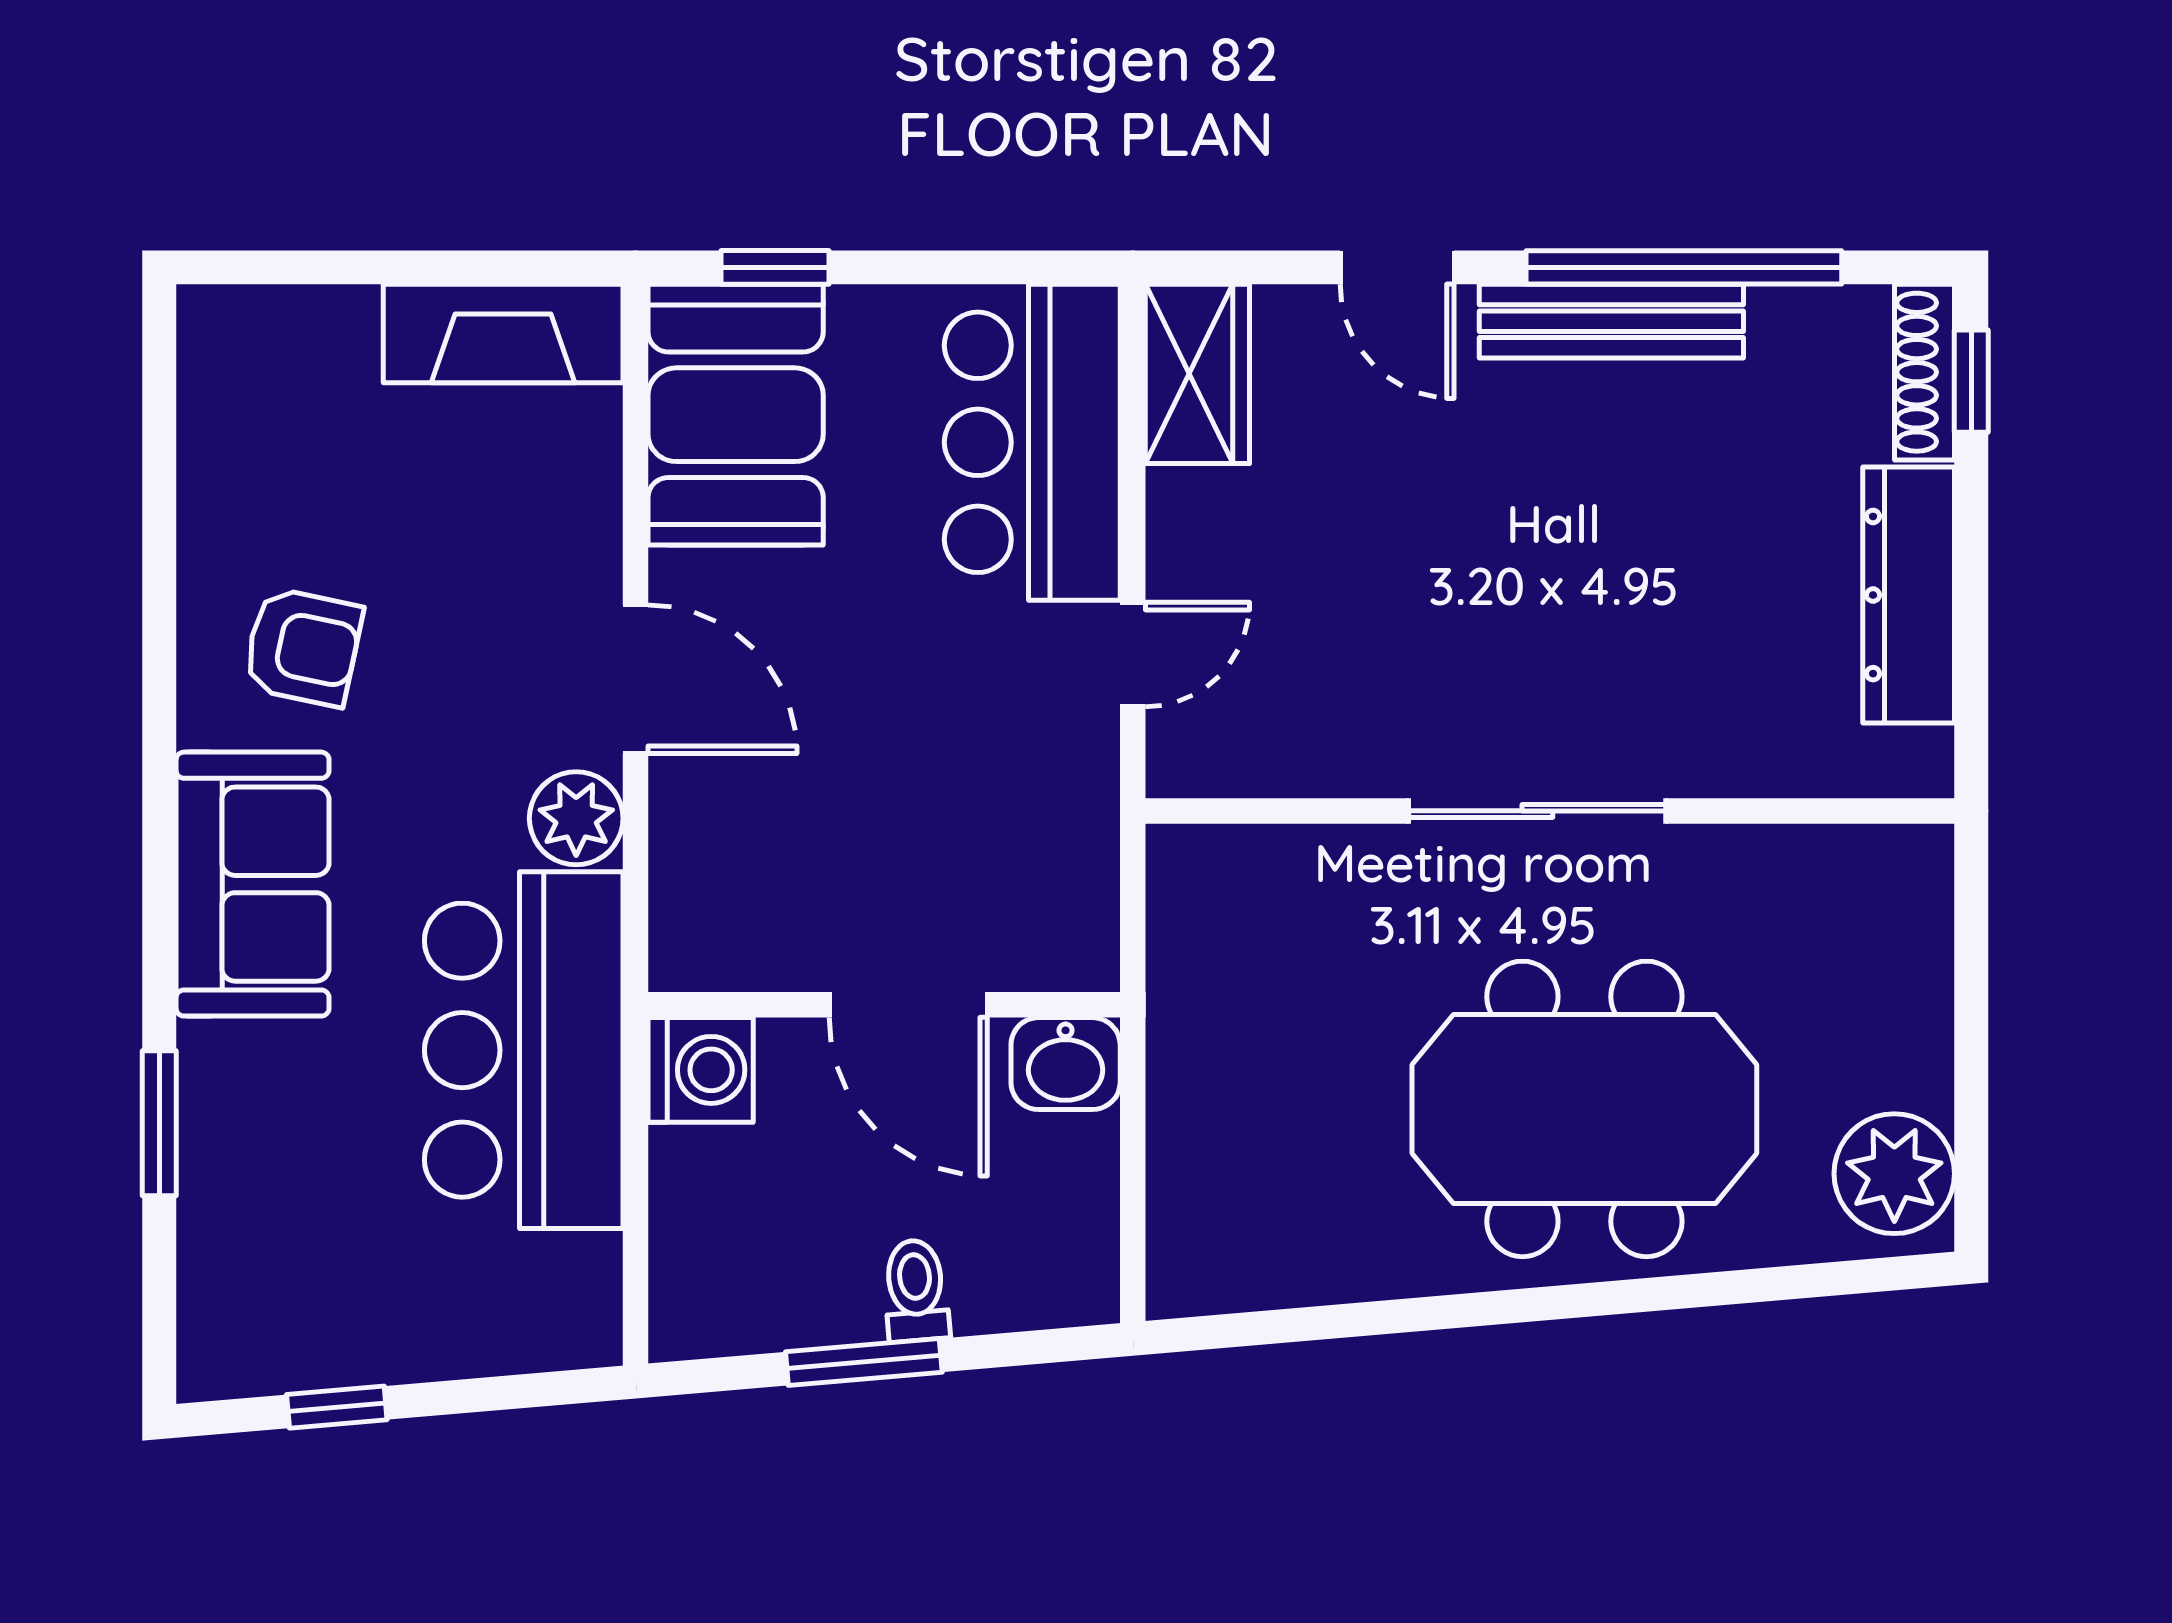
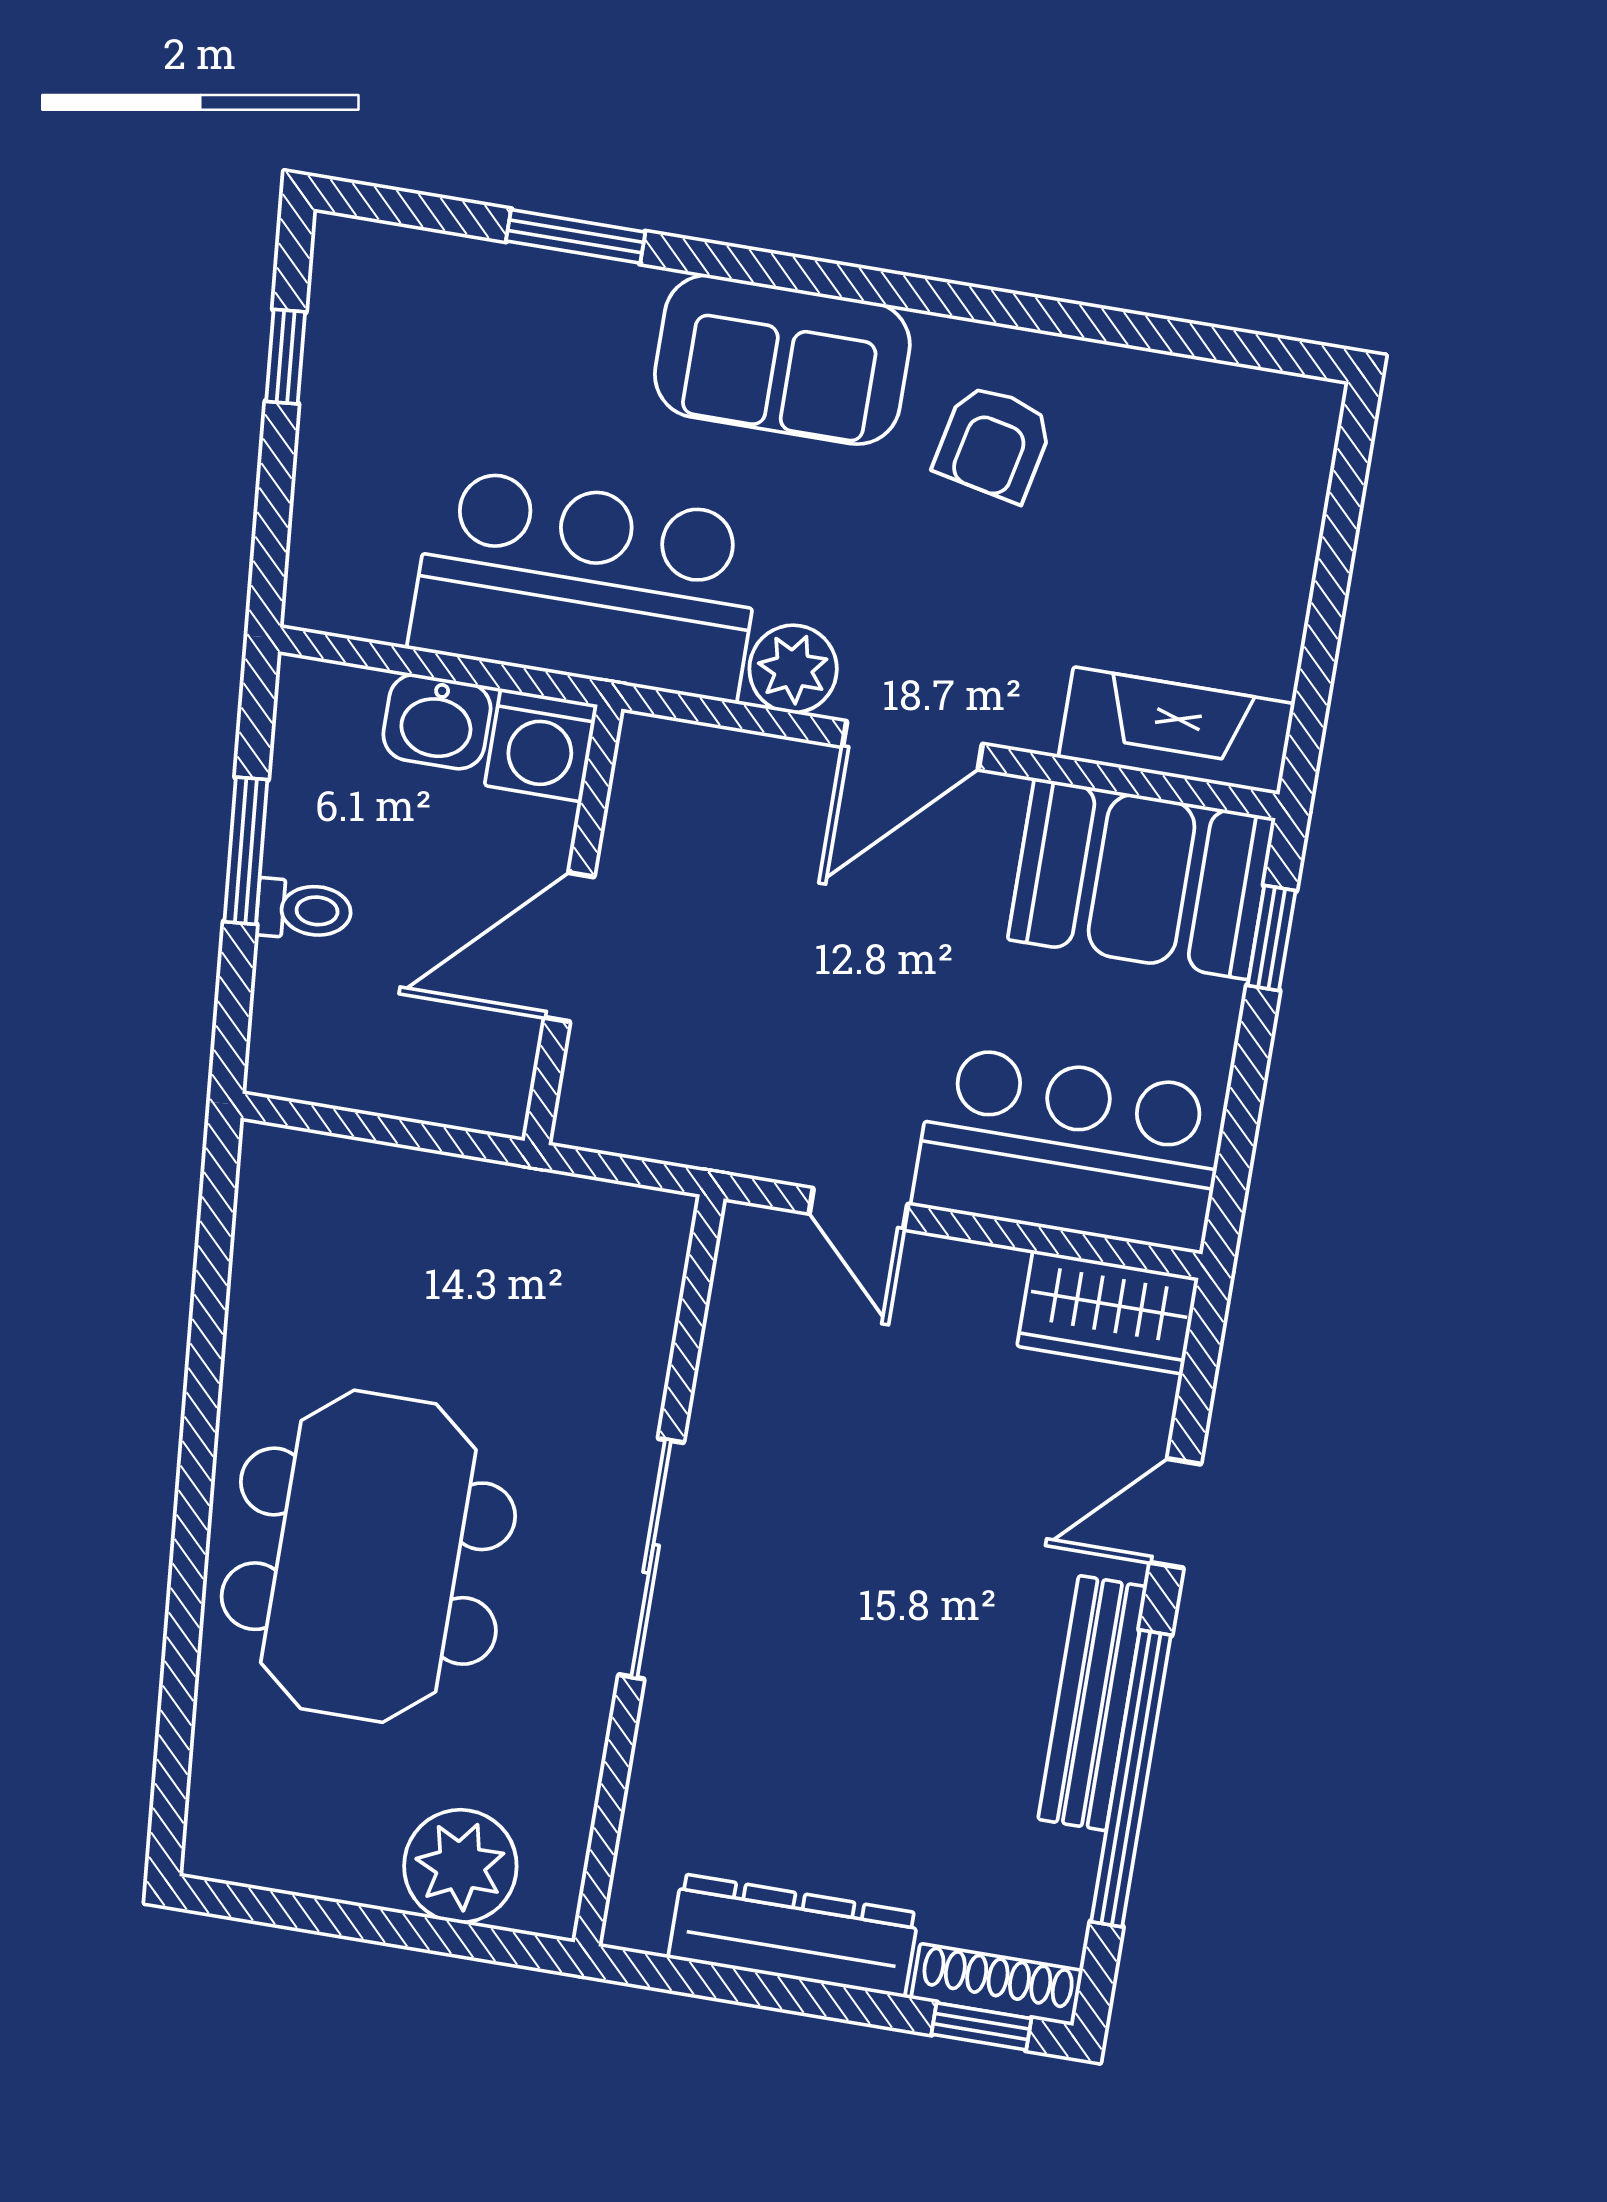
fireplace: (503, 334) -> (1176, 731), moved, turned 90
washbasin: (1066, 1064) -> (437, 722), moved, turned -90
plant: (1894, 1174) -> (460, 1866), moved

